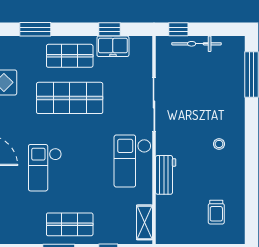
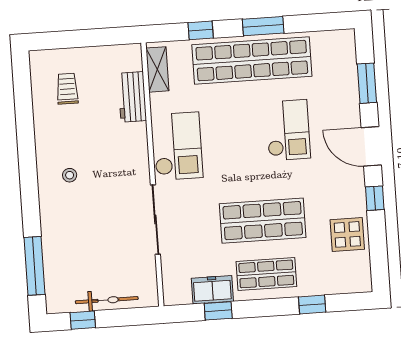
window: (35, 29) -> (312, 304), width x0.67
window: (178, 29) -> (83, 320), moved
workbench: (166, 175) -> (132, 97), moved
shop shelf: (70, 224) -> (252, 61), width x2.00, depth x1.36

